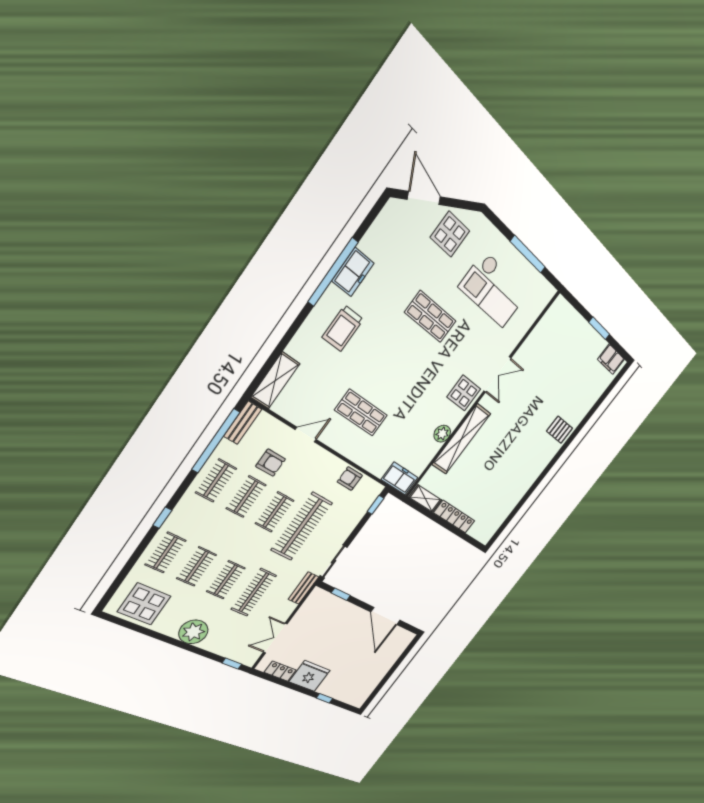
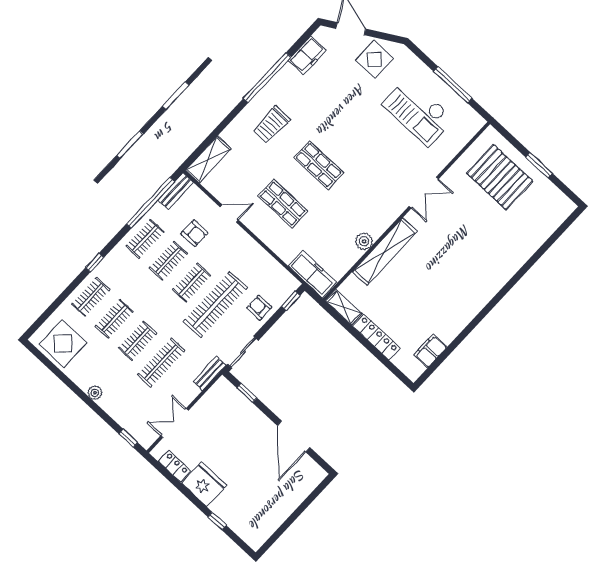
freezer: (353, 272) -> (307, 55), moved
shop shelf: (430, 317) -> (319, 165), moved
filing cabinet: (611, 359) -> (430, 351), moved, turned 90
display table: (464, 393) -> (388, 204), removed
pallet: (560, 430) -> (500, 177), moved, width x2.05, depth x2.00
freezer: (400, 478) -> (312, 274), width x1.40
armchair: (350, 479) -> (259, 308), moved
plant: (193, 632) -> (95, 393), width x0.53, depth x0.53

